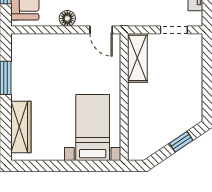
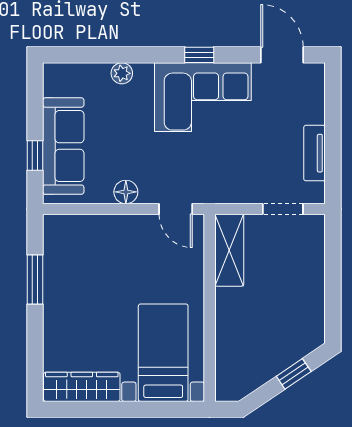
wardrobe: (21, 127) -> (82, 387), moved, turned -90

